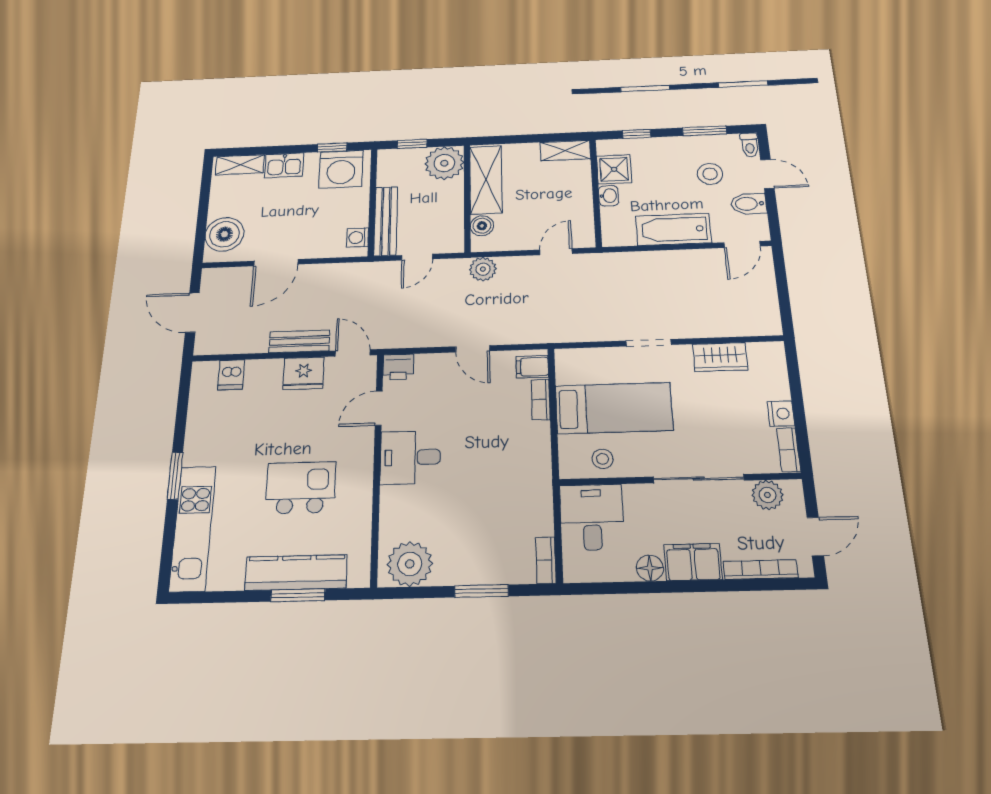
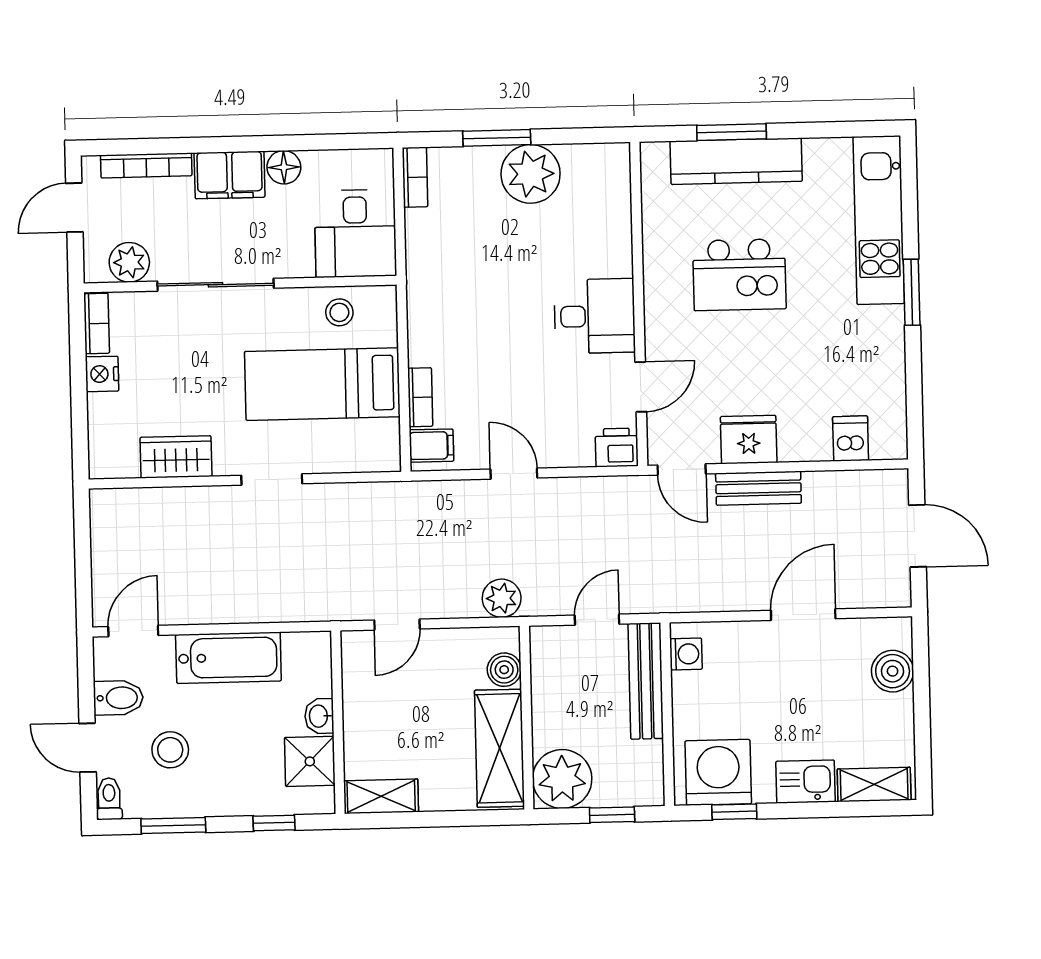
boiler: (224, 234) -> (893, 671), width x0.73, depth x0.73
plant: (410, 564) -> (531, 174), moved

